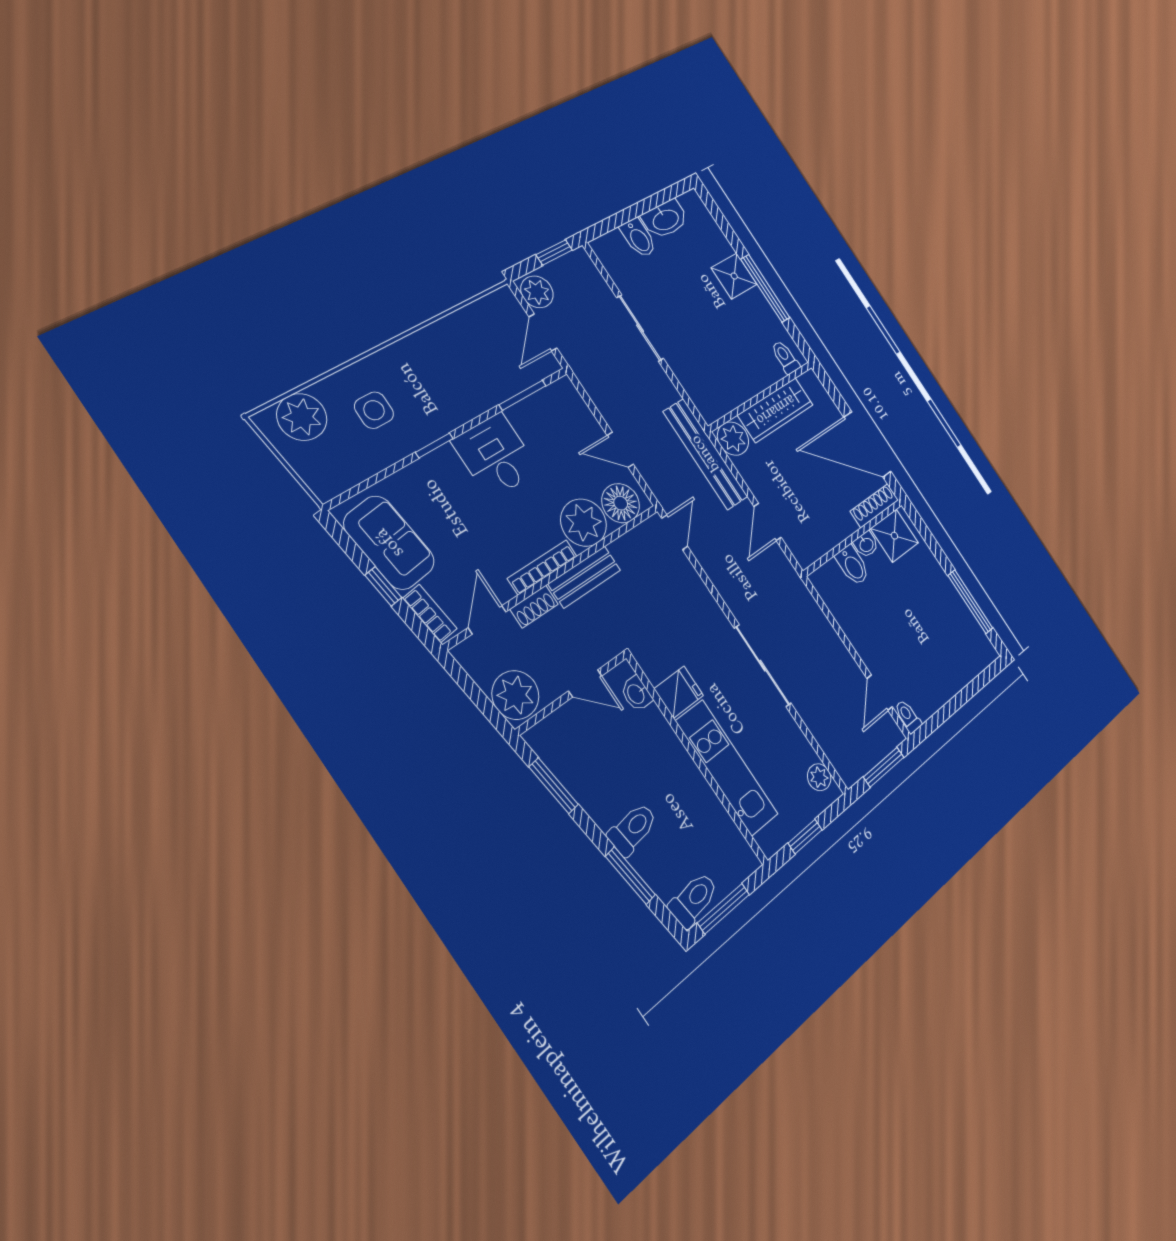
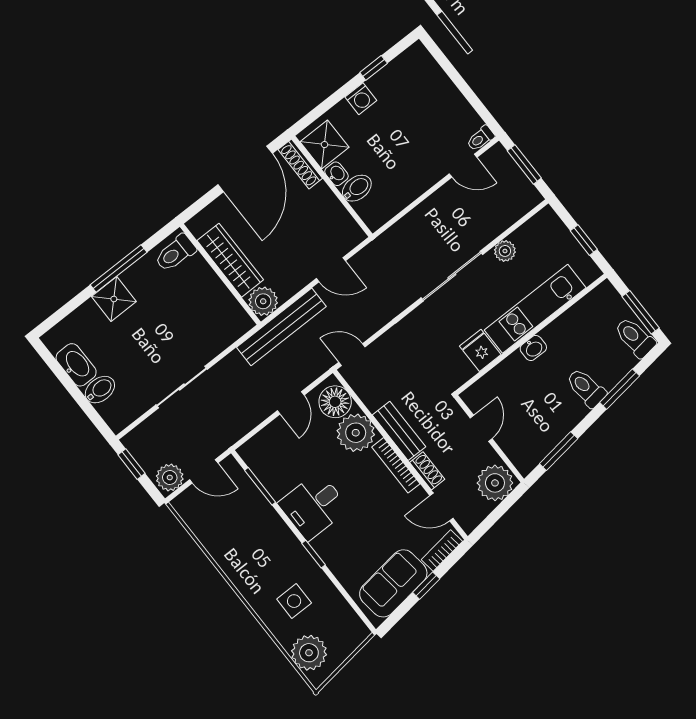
toilet: (785, 357) -> (175, 253), width x1.37, depth x1.39
washing machine: (940, 583) -> (361, 99), added
window: (970, 602) -> (374, 68), width x0.46
washbasin: (636, 694) -> (533, 348), moved
plant: (819, 777) -> (505, 251), moved

